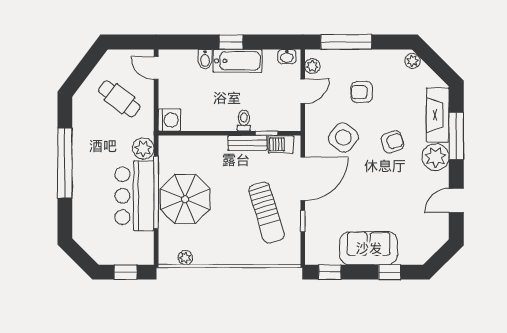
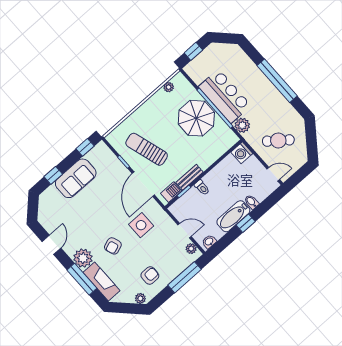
door: (303, 91) -> (184, 231), swing flipped
armchair: (362, 92) -> (150, 276), moved
side table: (343, 138) -> (141, 225), turned -38

